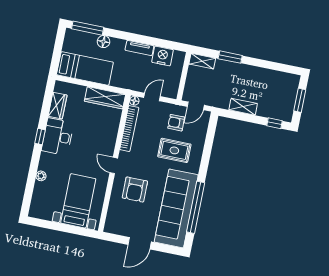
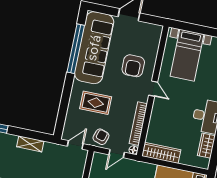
armchair: (176, 123) -> (101, 137), moved, turned -73
armchair: (135, 190) -> (133, 66), turned 180

